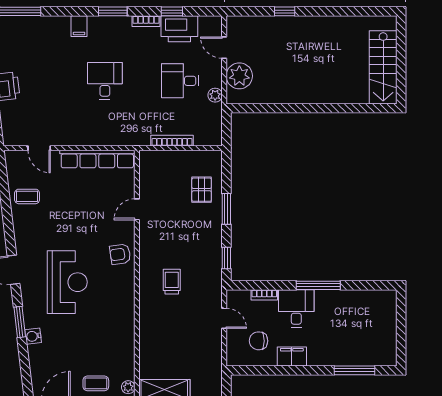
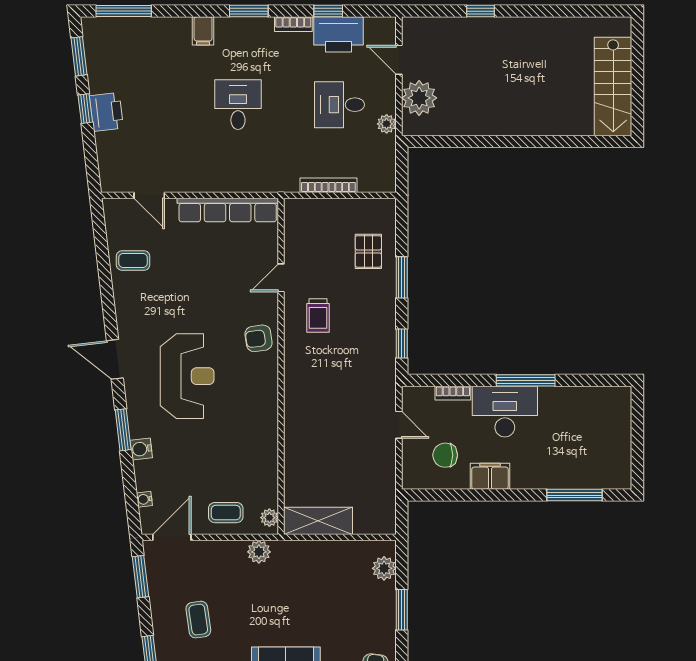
trolley: (172, 282) -> (318, 316), moved, turned 180
desk: (296, 308) -> (505, 412), width x1.37
water cooler: (35, 373) -> (144, 499), added

